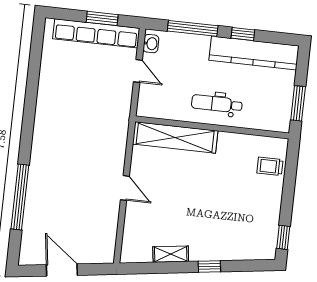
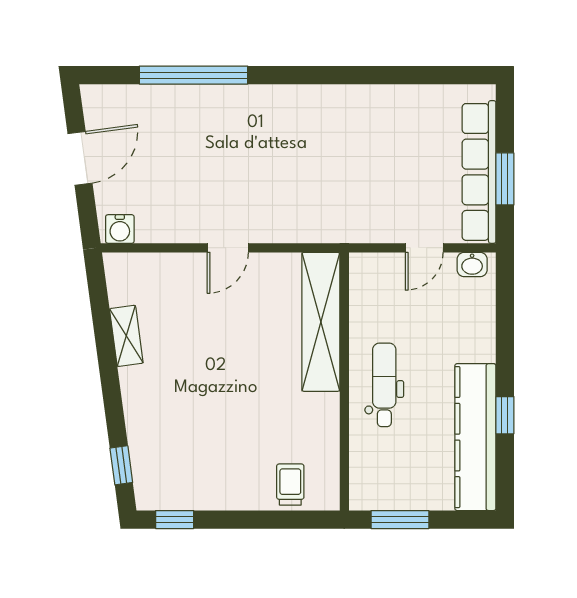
window: (193, 28) -> (505, 331), removed
water cooler: (107, 251) -> (120, 229), added
window: (209, 267) -> (121, 465), moved

